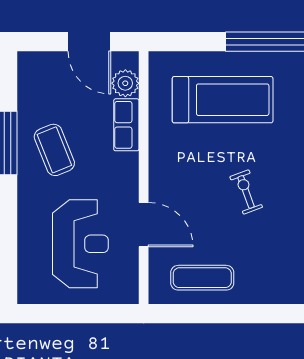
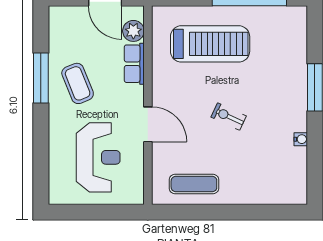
exercise bike: (246, 192) -> (229, 117), turned -45
door: (144, 225) -> (148, 124), moved

